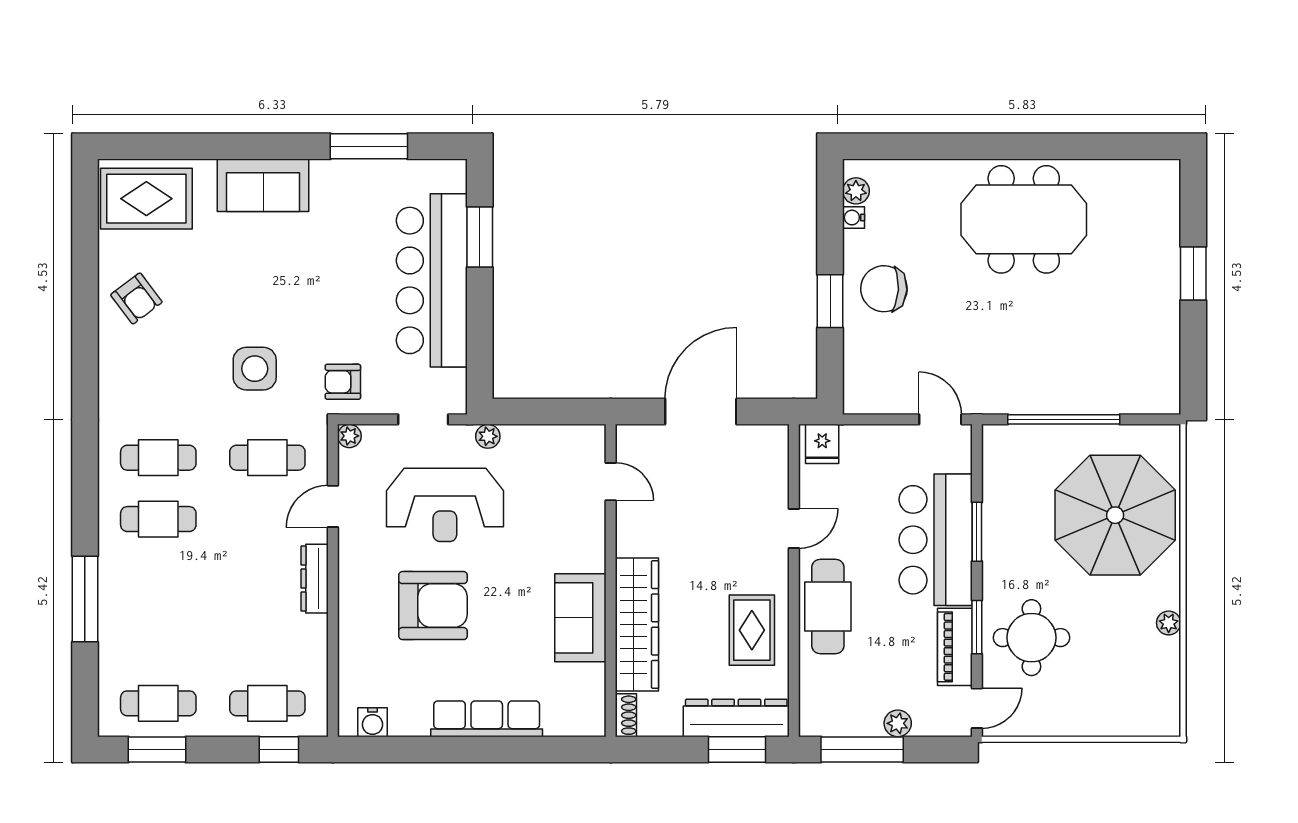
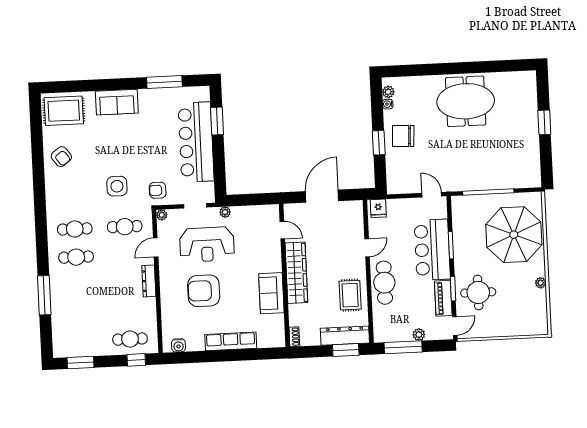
armchair: (433, 606) -> (204, 291), turned 180
wardrobe: (637, 624) -> (296, 273), moved
cafe table: (158, 703) -> (80, 341), removed

